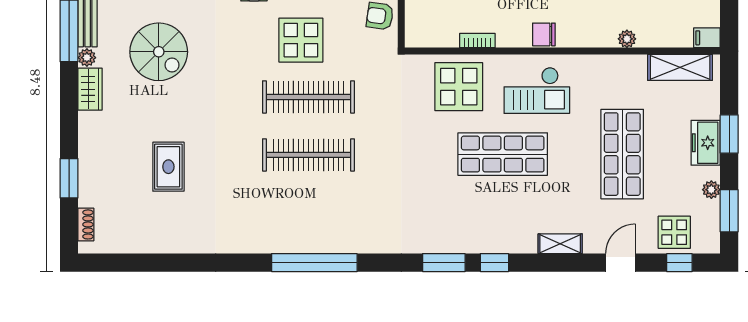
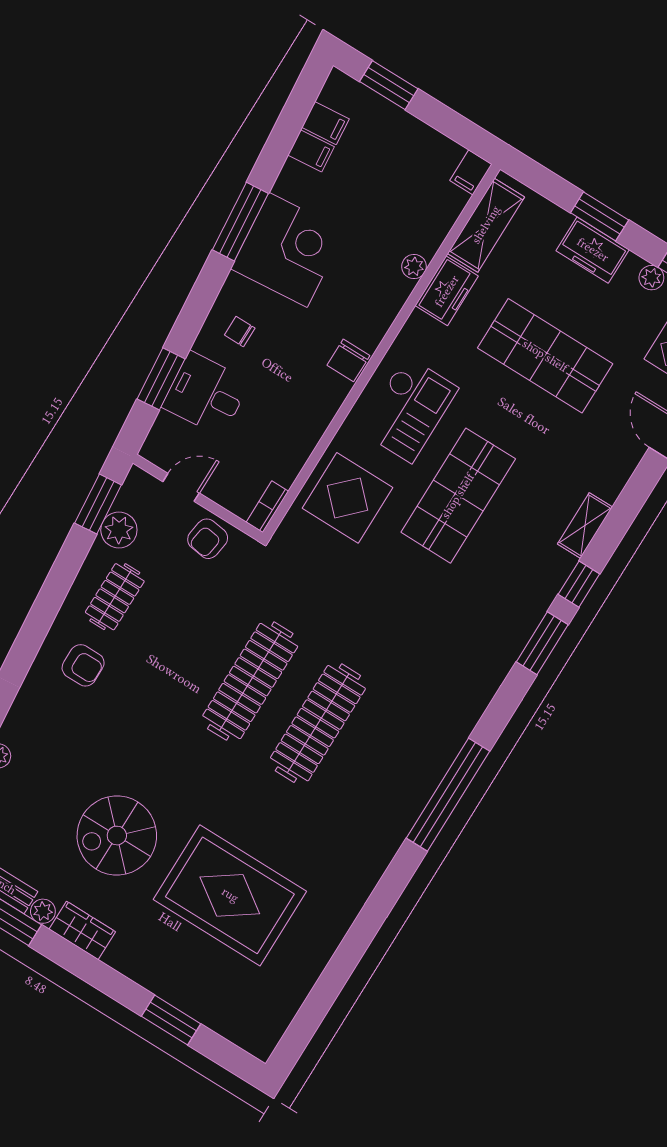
display table: (301, 40) -> (178, 648), removed
bookcase: (477, 41) -> (267, 507), moved
spiral stairs: (159, 52) -> (117, 836), moved, turned 180
freezer: (625, 68) -> (447, 291), added
rug: (168, 167) -> (230, 895), width x1.86, depth x2.06
shoe rack: (86, 224) -> (237, 1034), removed
shelving: (560, 244) -> (585, 525), moved

